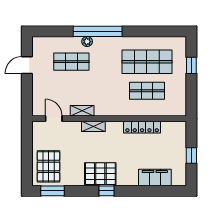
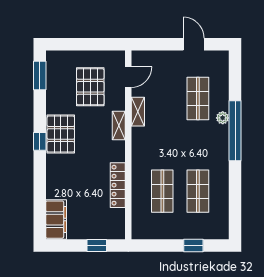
shop shelf: (147, 62) -> (198, 191), width x0.70, depth x0.74
window: (191, 155) -> (97, 246), moved
pallet: (48, 166) -> (90, 87), moved, turned 90
filing cabinet: (155, 177) -> (56, 220), moved

